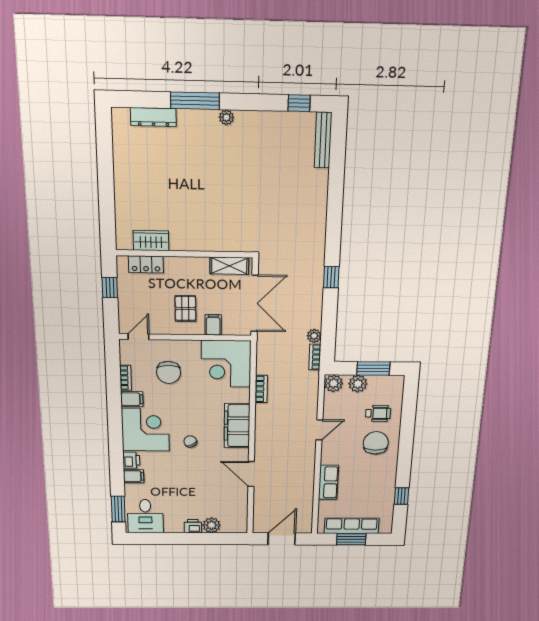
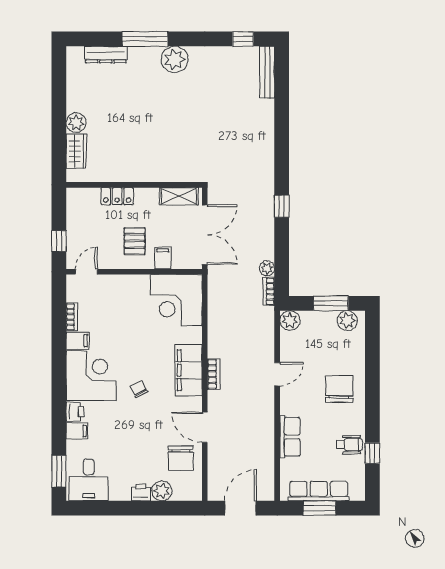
plant: (226, 117) -> (175, 60), width x1.88, depth x1.88
plant: (124, 189) -> (76, 123), added
wardrobe: (151, 241) -> (76, 151), moved, turned 90
locker: (146, 264) -> (117, 196), moved
window: (110, 287) -> (59, 241), moved
chair: (169, 372) -> (181, 458), moved
plant: (358, 384) -> (347, 321), moved
bookcase: (261, 389) -> (214, 374), moved
wheelchair: (378, 413) -> (349, 445), moved

